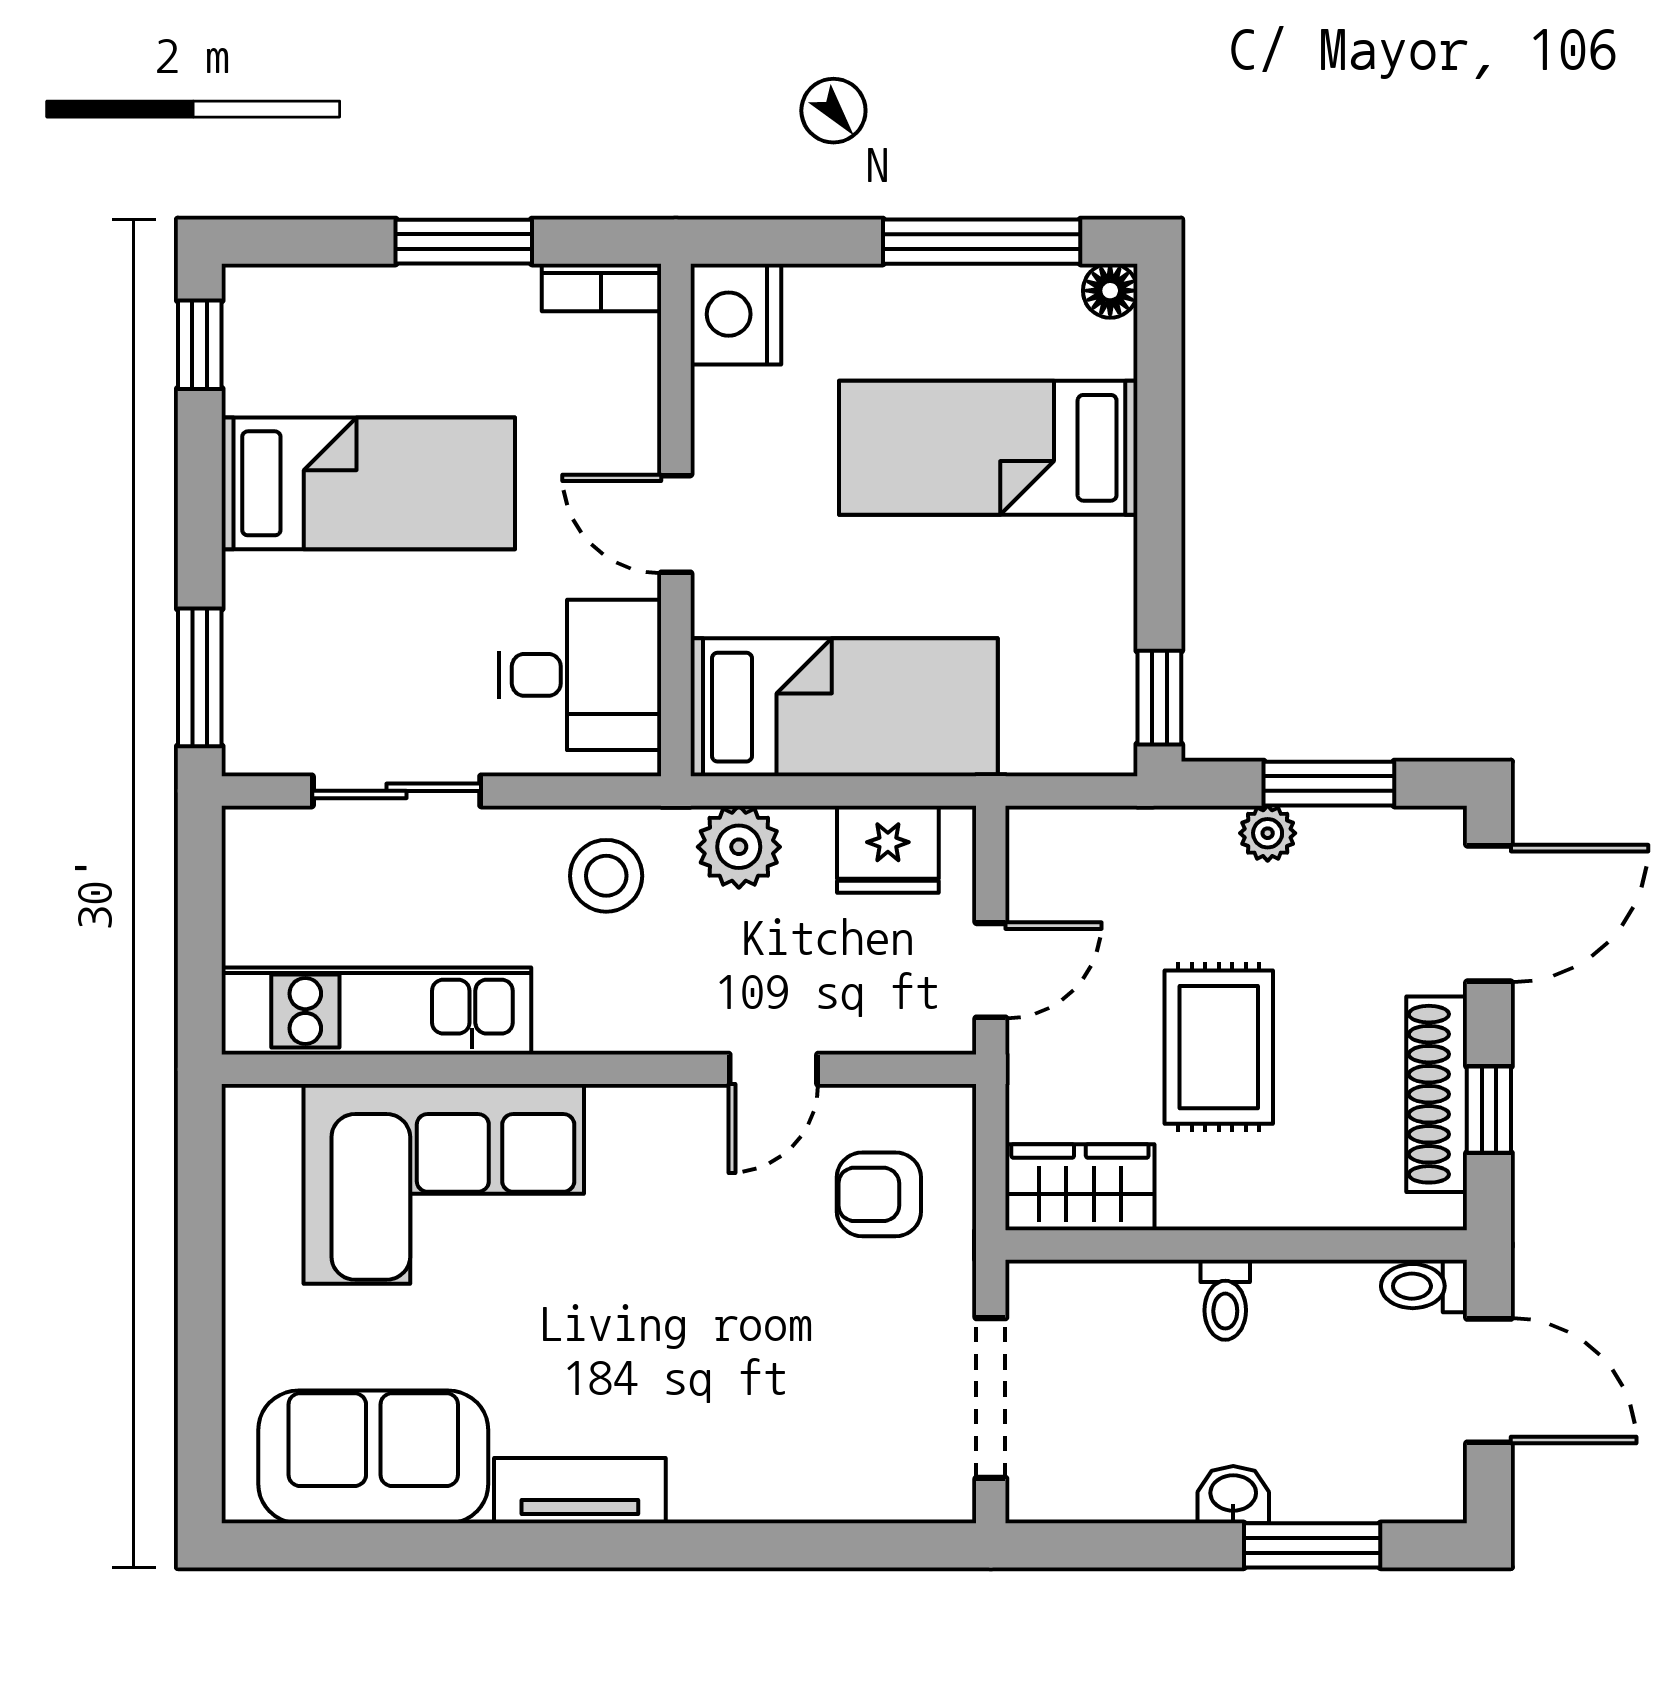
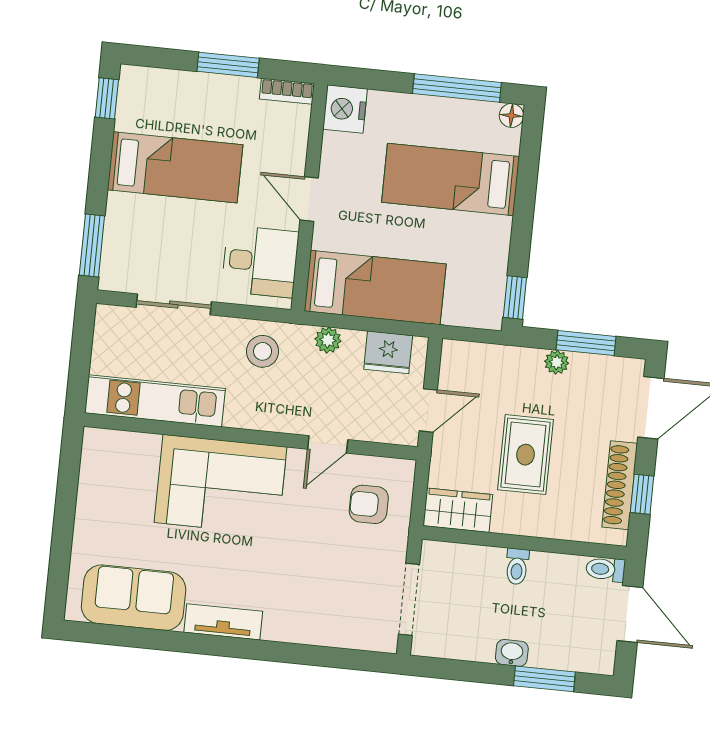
plant: (739, 847) -> (328, 340), width x0.73, depth x0.73
corner sofa: (444, 1184) -> (220, 485), moved

